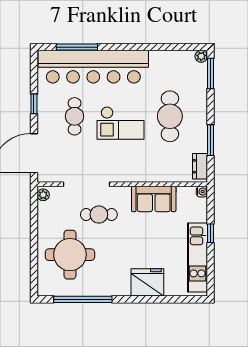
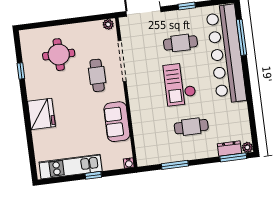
cafe table: (170, 116) -> (191, 127), width x0.73, depth x0.74
dresser: (200, 166) -> (229, 149), moved
round table: (70, 255) -> (59, 55), width x0.73, depth x0.73
fridge: (147, 282) -> (41, 114), moved
window: (83, 299) -> (21, 71), width x0.32

